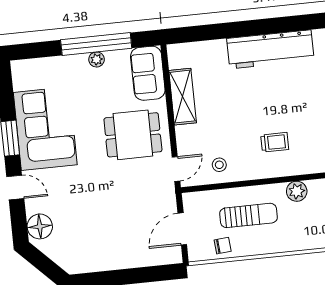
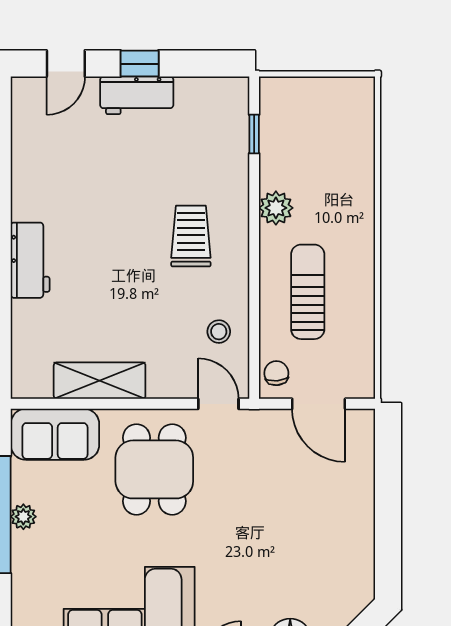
workbench: (270, 49) -> (30, 260), width x0.53, depth x0.76
trolley: (275, 142) -> (191, 236), width x1.36, depth x1.39
chair: (223, 246) -> (276, 373), moved

